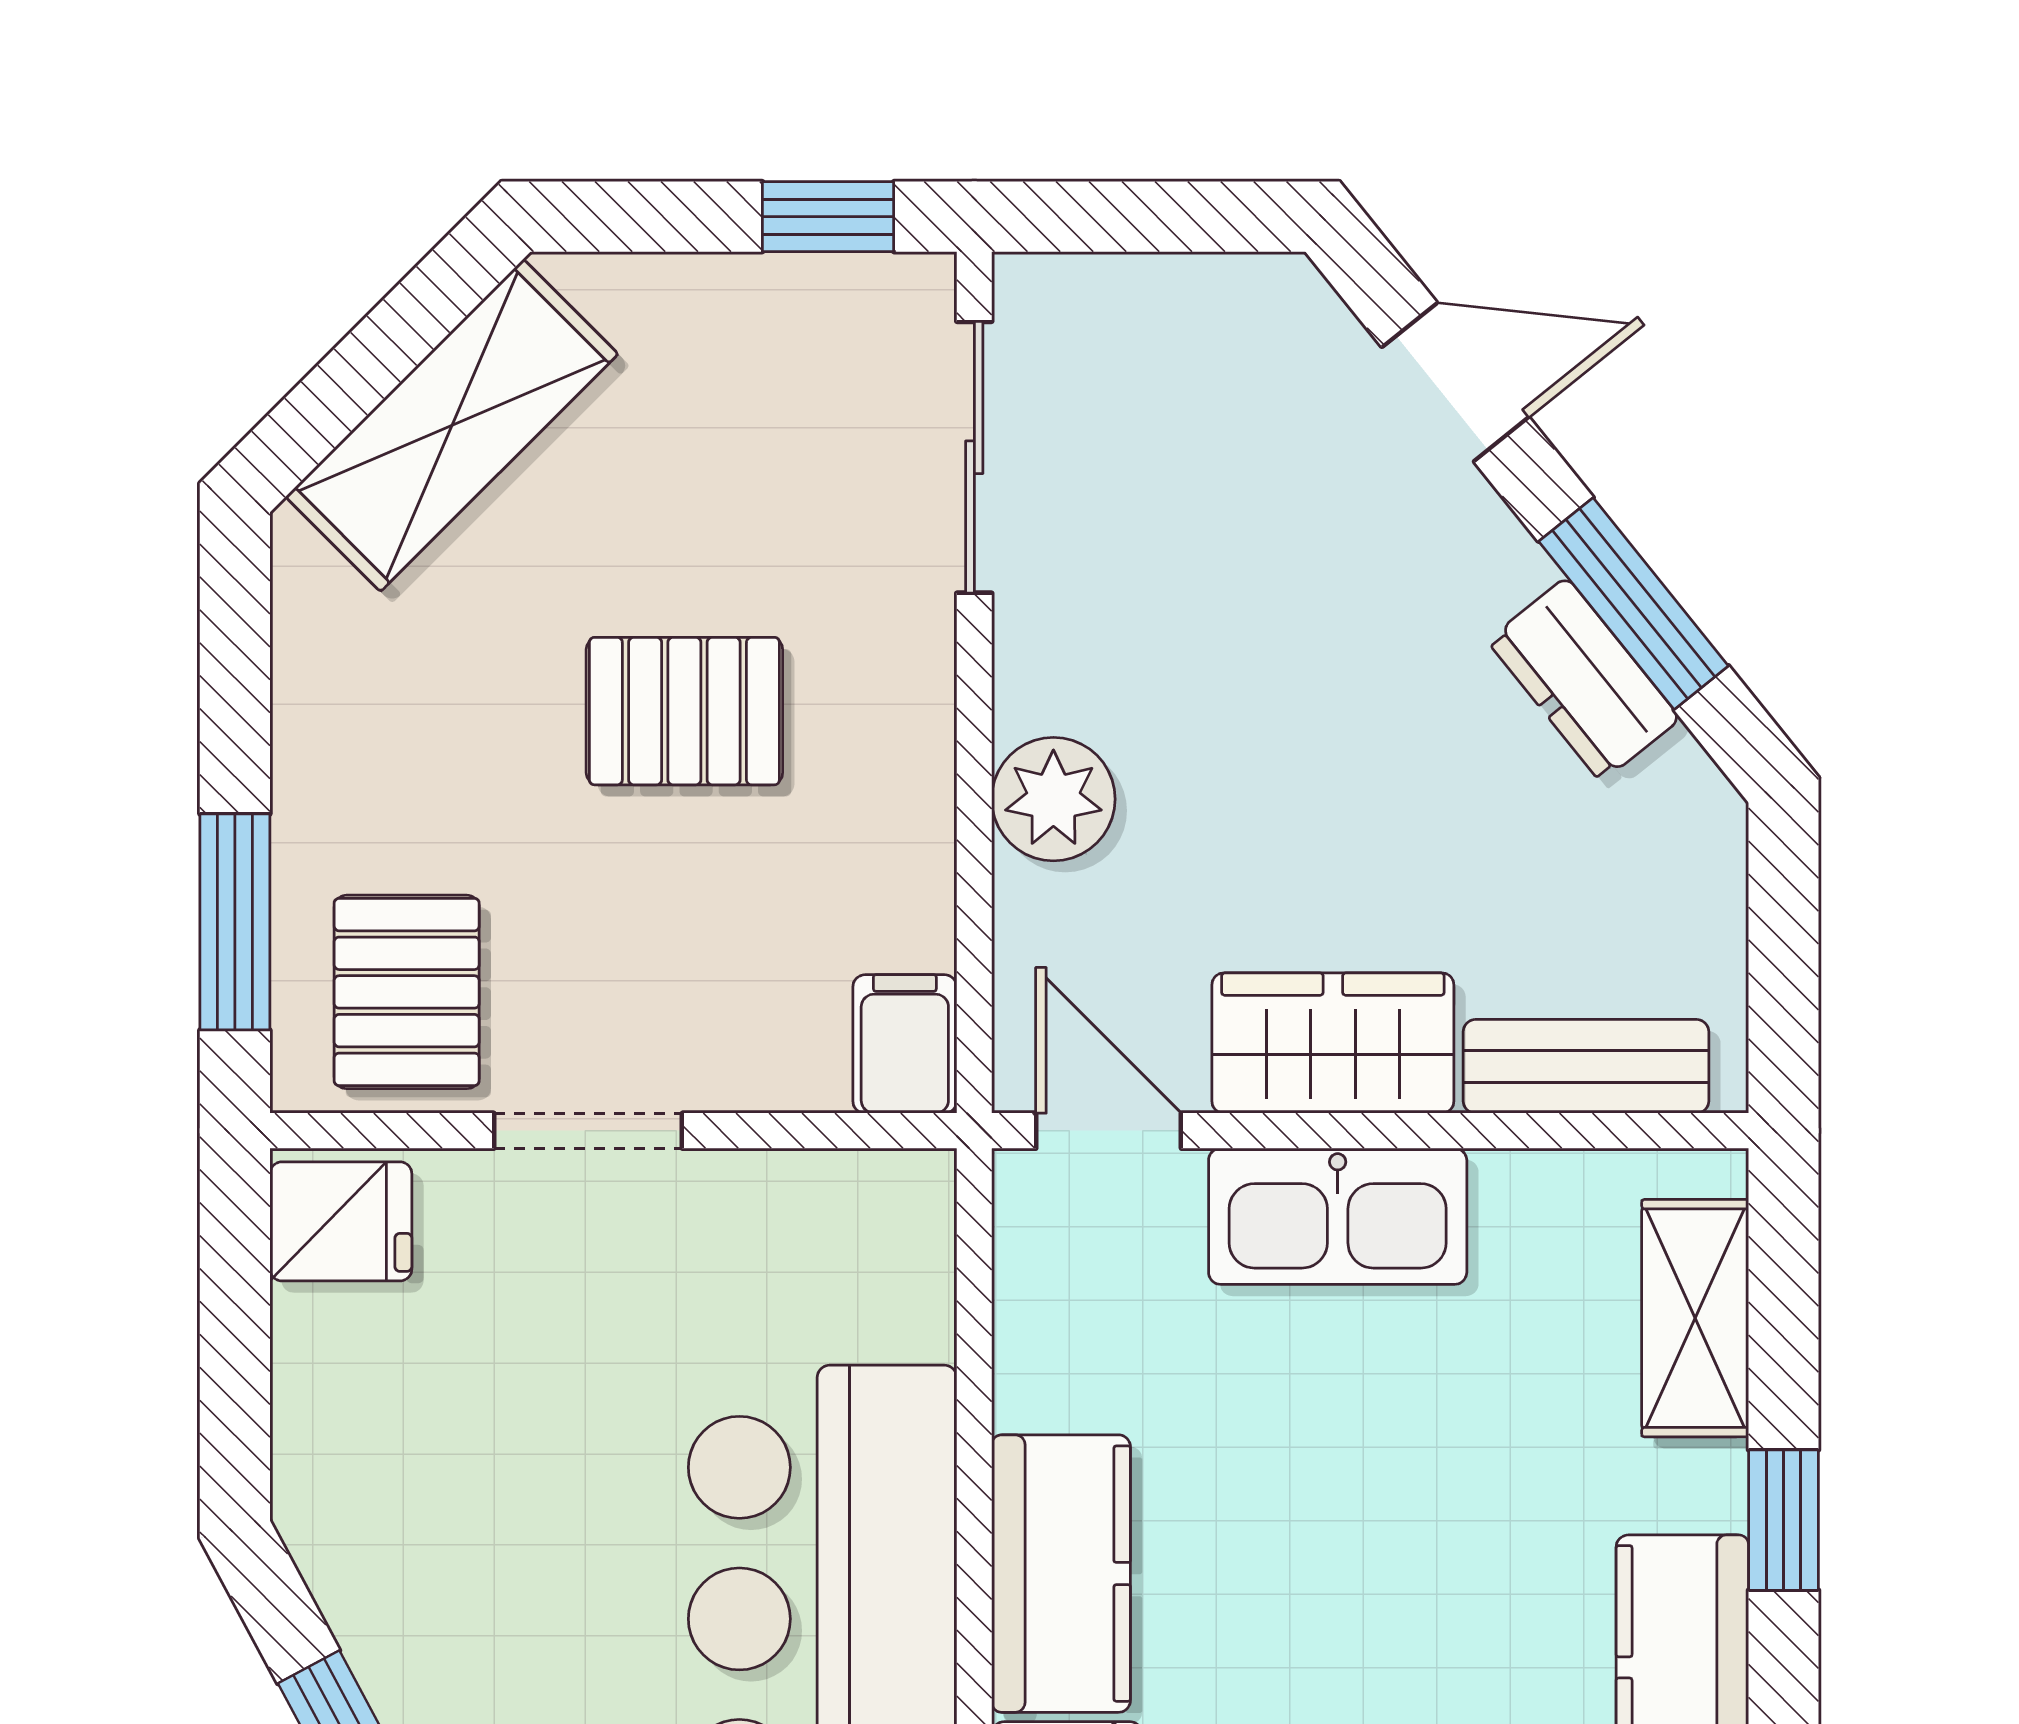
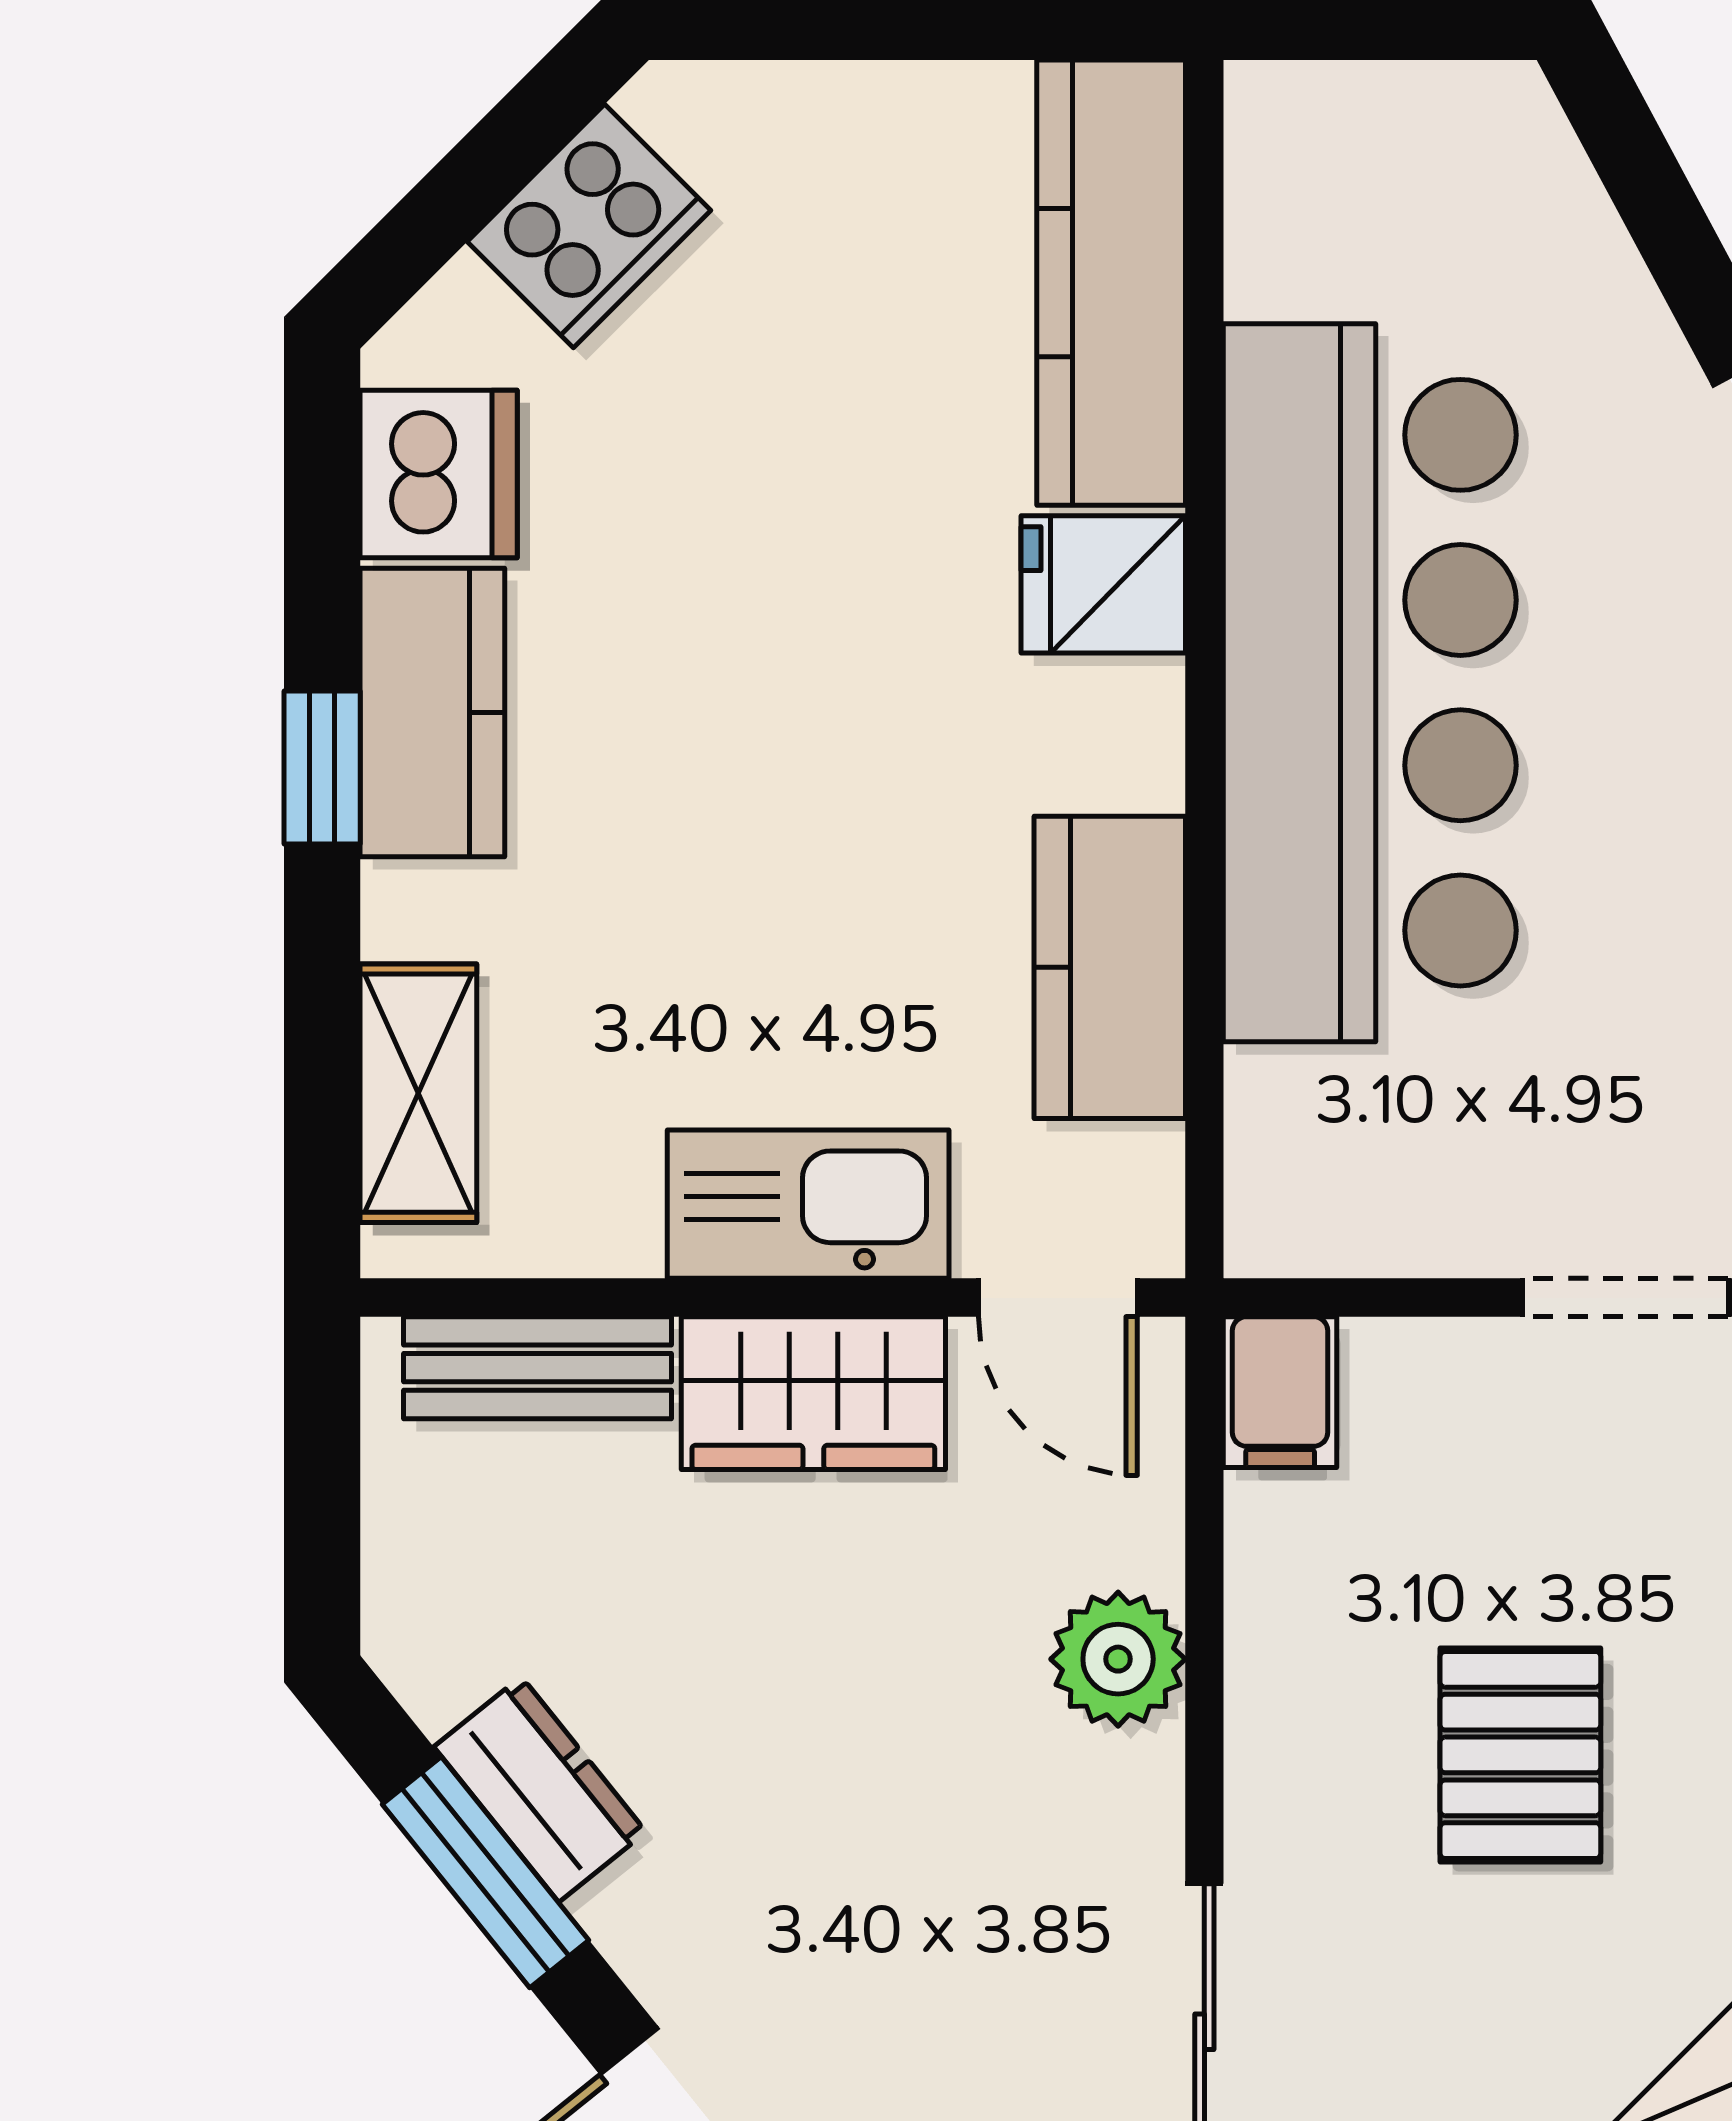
pallet: (684, 711) -> (1520, 1755), turned 90
window: (1783, 1520) -> (322, 767), moved
kitchen counter: (1061, 1574) -> (1110, 967), moved

